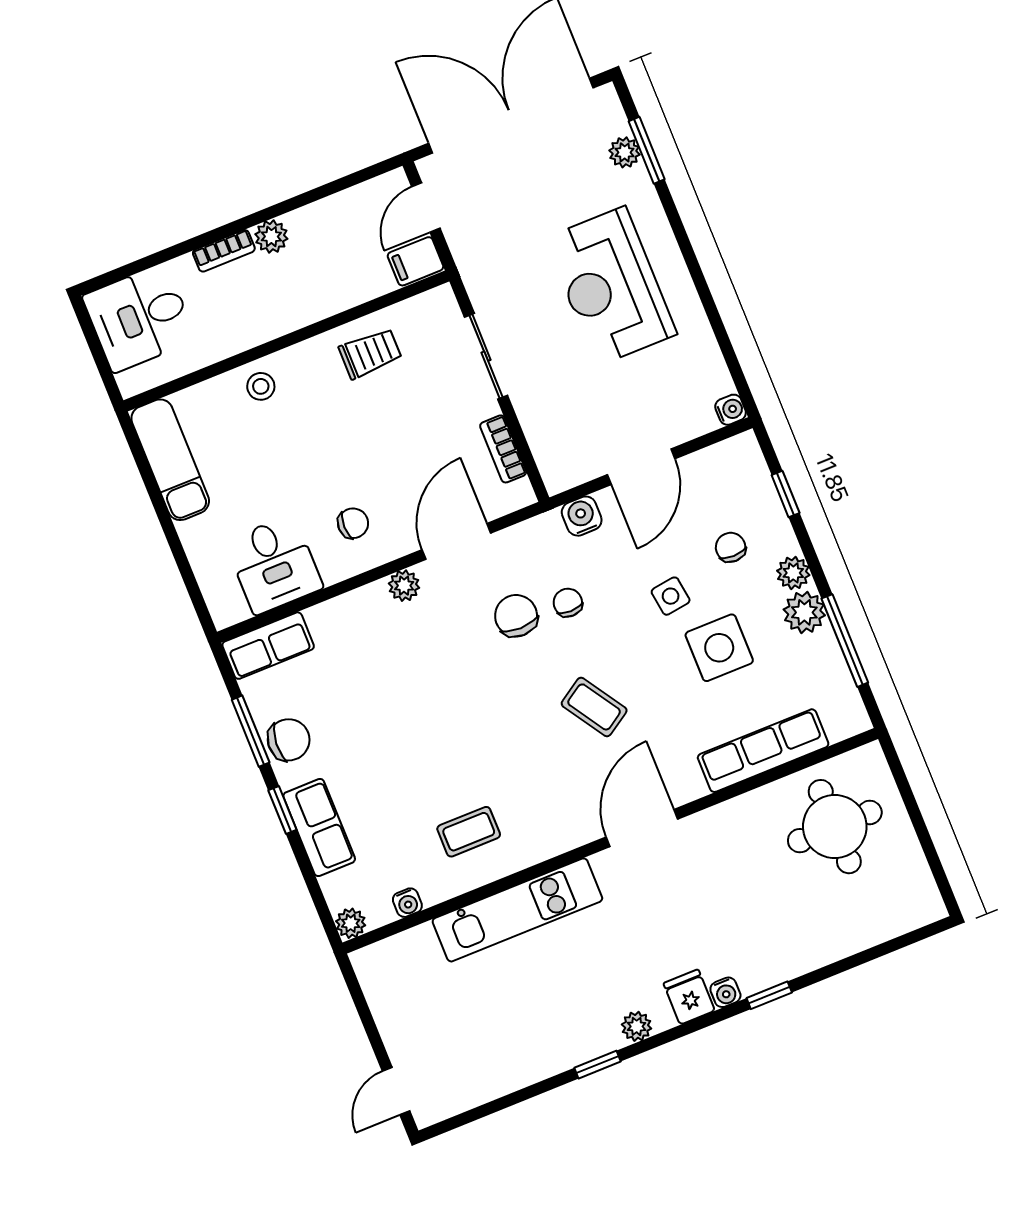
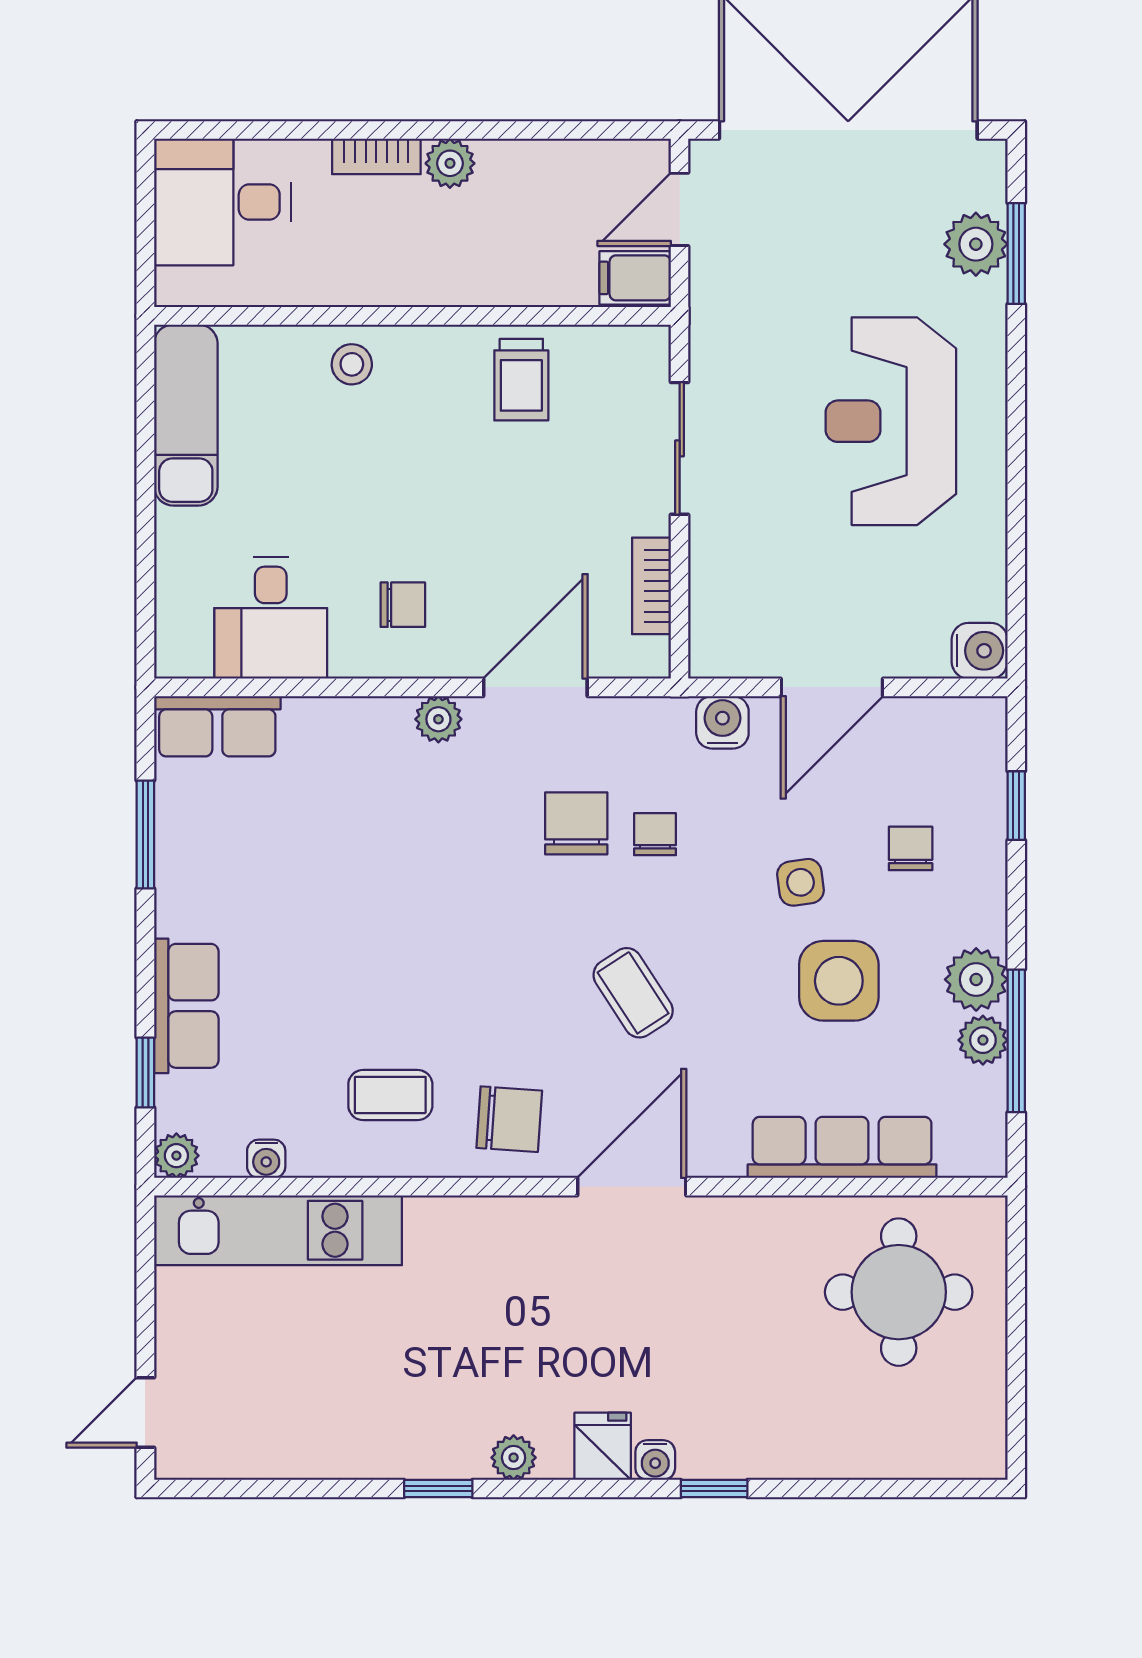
plant: (625, 152) -> (976, 244), width x1.38, depth x1.38
trolley: (370, 353) -> (521, 380), turned 90
water cooler: (731, 410) -> (980, 651), width x1.38, depth x1.38
plant: (793, 573) -> (983, 1040), moved
chair: (289, 740) -> (509, 1119), moved
window: (282, 810) -> (145, 1073), moved
kitchen unit: (517, 910) -> (278, 1230), moved

